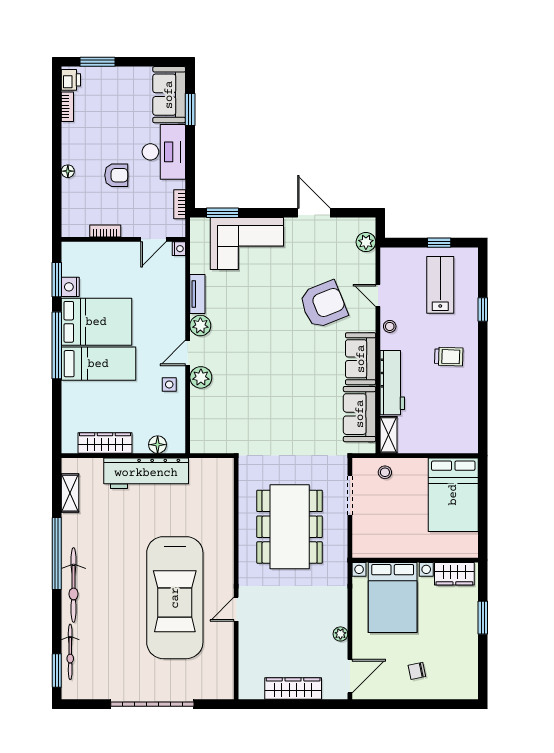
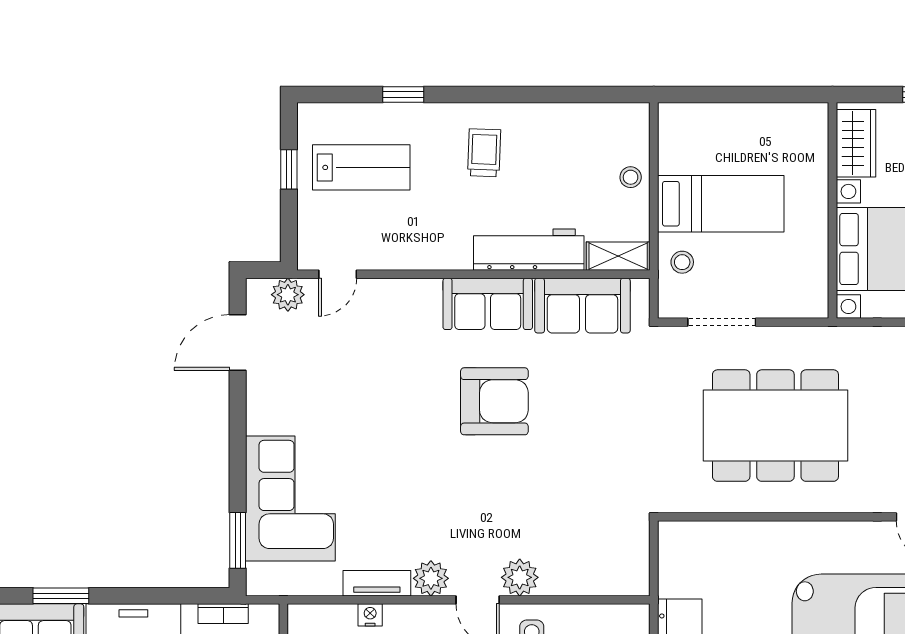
door: (314, 213) -> (238, 343), moved
nightstand: (179, 249) -> (370, 615), moved
lab bench: (440, 285) -> (361, 167), turned 180
door: (378, 296) -> (338, 274), moved
armchair: (323, 305) -> (494, 401), moved, turned 112
stool: (390, 326) -> (631, 177), moved
bed: (453, 495) -> (721, 204), moved, width x0.67

